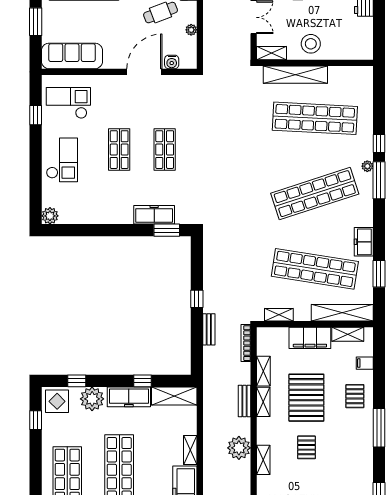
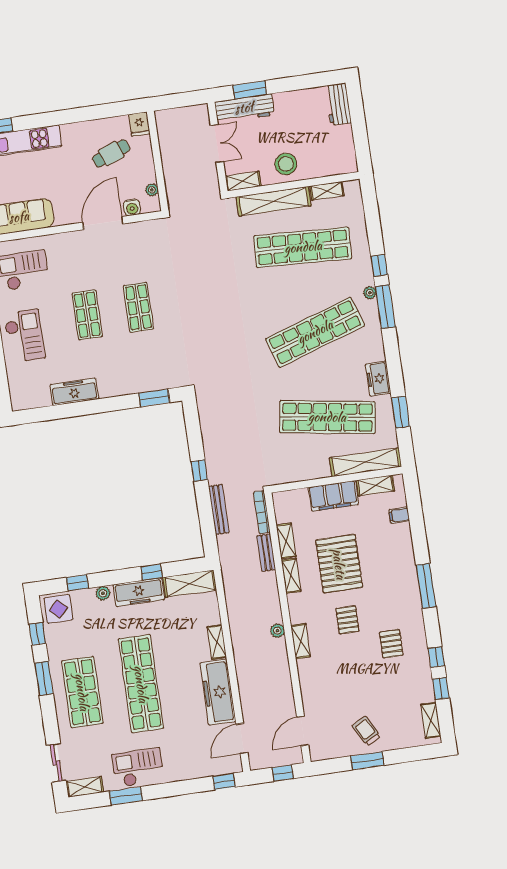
plant: (191, 30) -> (152, 190), moved
freezer: (154, 215) -> (74, 392), moved
plant: (50, 216) -> (20, 401), removed
shelving: (279, 315) -> (327, 191), moved
bench: (209, 329) -> (219, 509), width x1.36
pallet: (355, 396) -> (391, 644), moved
plant: (92, 399) -> (103, 593), width x0.53, depth x0.53
bench: (245, 401) -> (266, 553), moved
plant: (239, 448) -> (277, 631), width x0.53, depth x0.53
window: (36, 460) -> (44, 678), added

